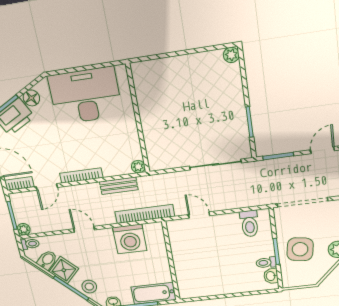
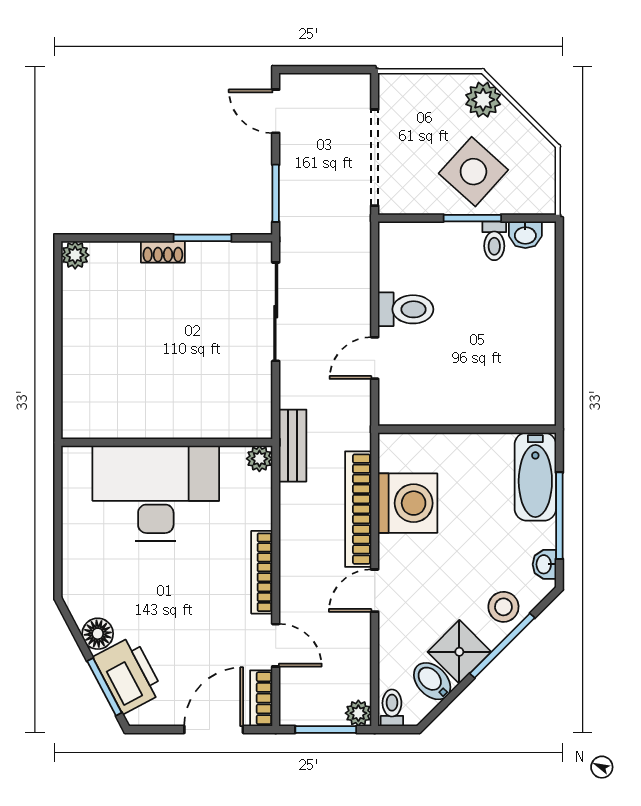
desk: (85, 96) -> (156, 493), moved, turned 90
shoe rack: (239, 102) -> (163, 252), added
bench: (119, 186) -> (293, 446), moved
bookcase: (145, 214) -> (358, 509), moved
toilet: (249, 224) -> (406, 309), moved
side table: (300, 249) -> (473, 172), turned 33

